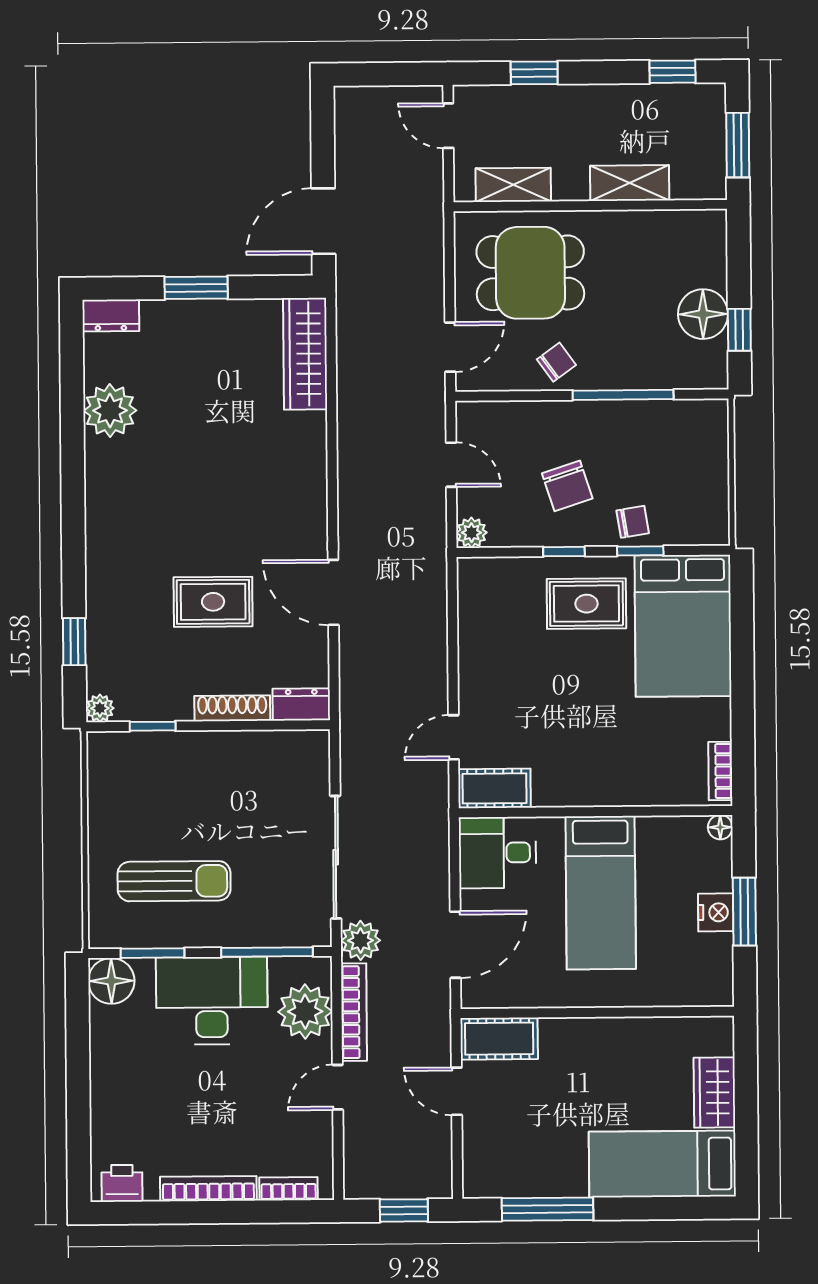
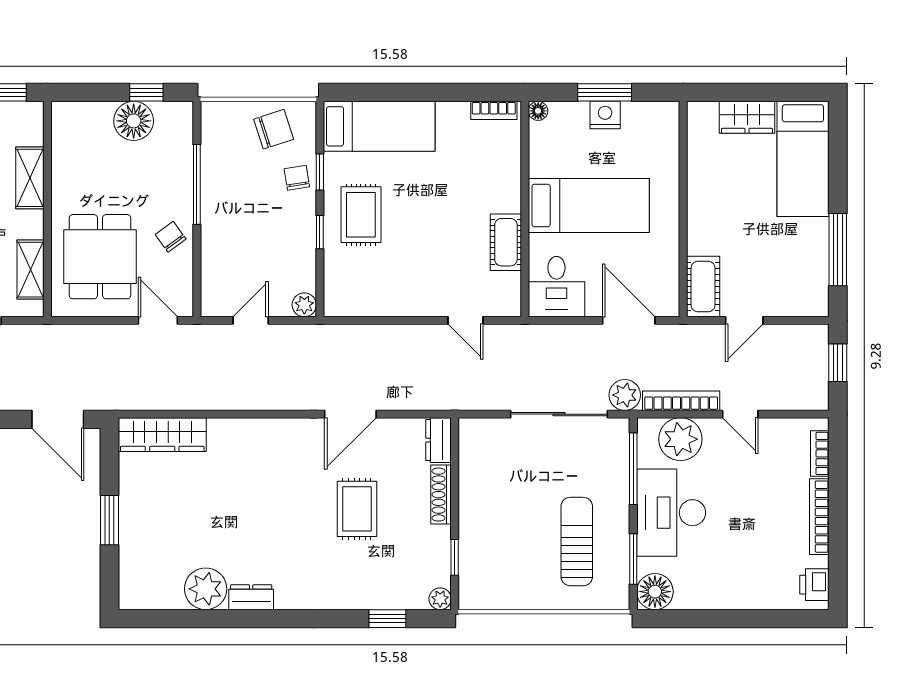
dresser: (111, 316) -> (251, 597), moved, turned -90
chair: (567, 486) -> (274, 129), moved
bed: (683, 626) -> (379, 126), width x0.67
cot: (495, 788) -> (506, 242), moved

